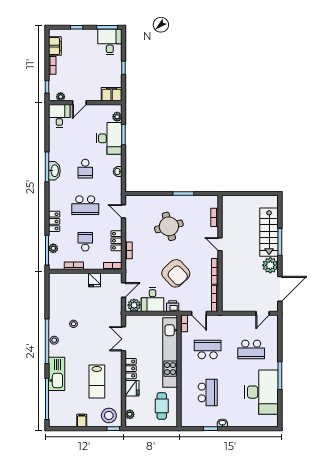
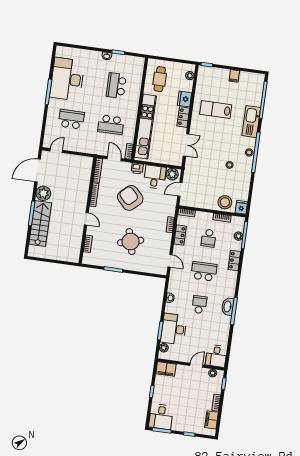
fridge: (94, 280) -> (241, 207), moved
lab bench: (97, 382) -> (216, 110), turned -90
stool: (109, 416) -> (225, 202), moved

